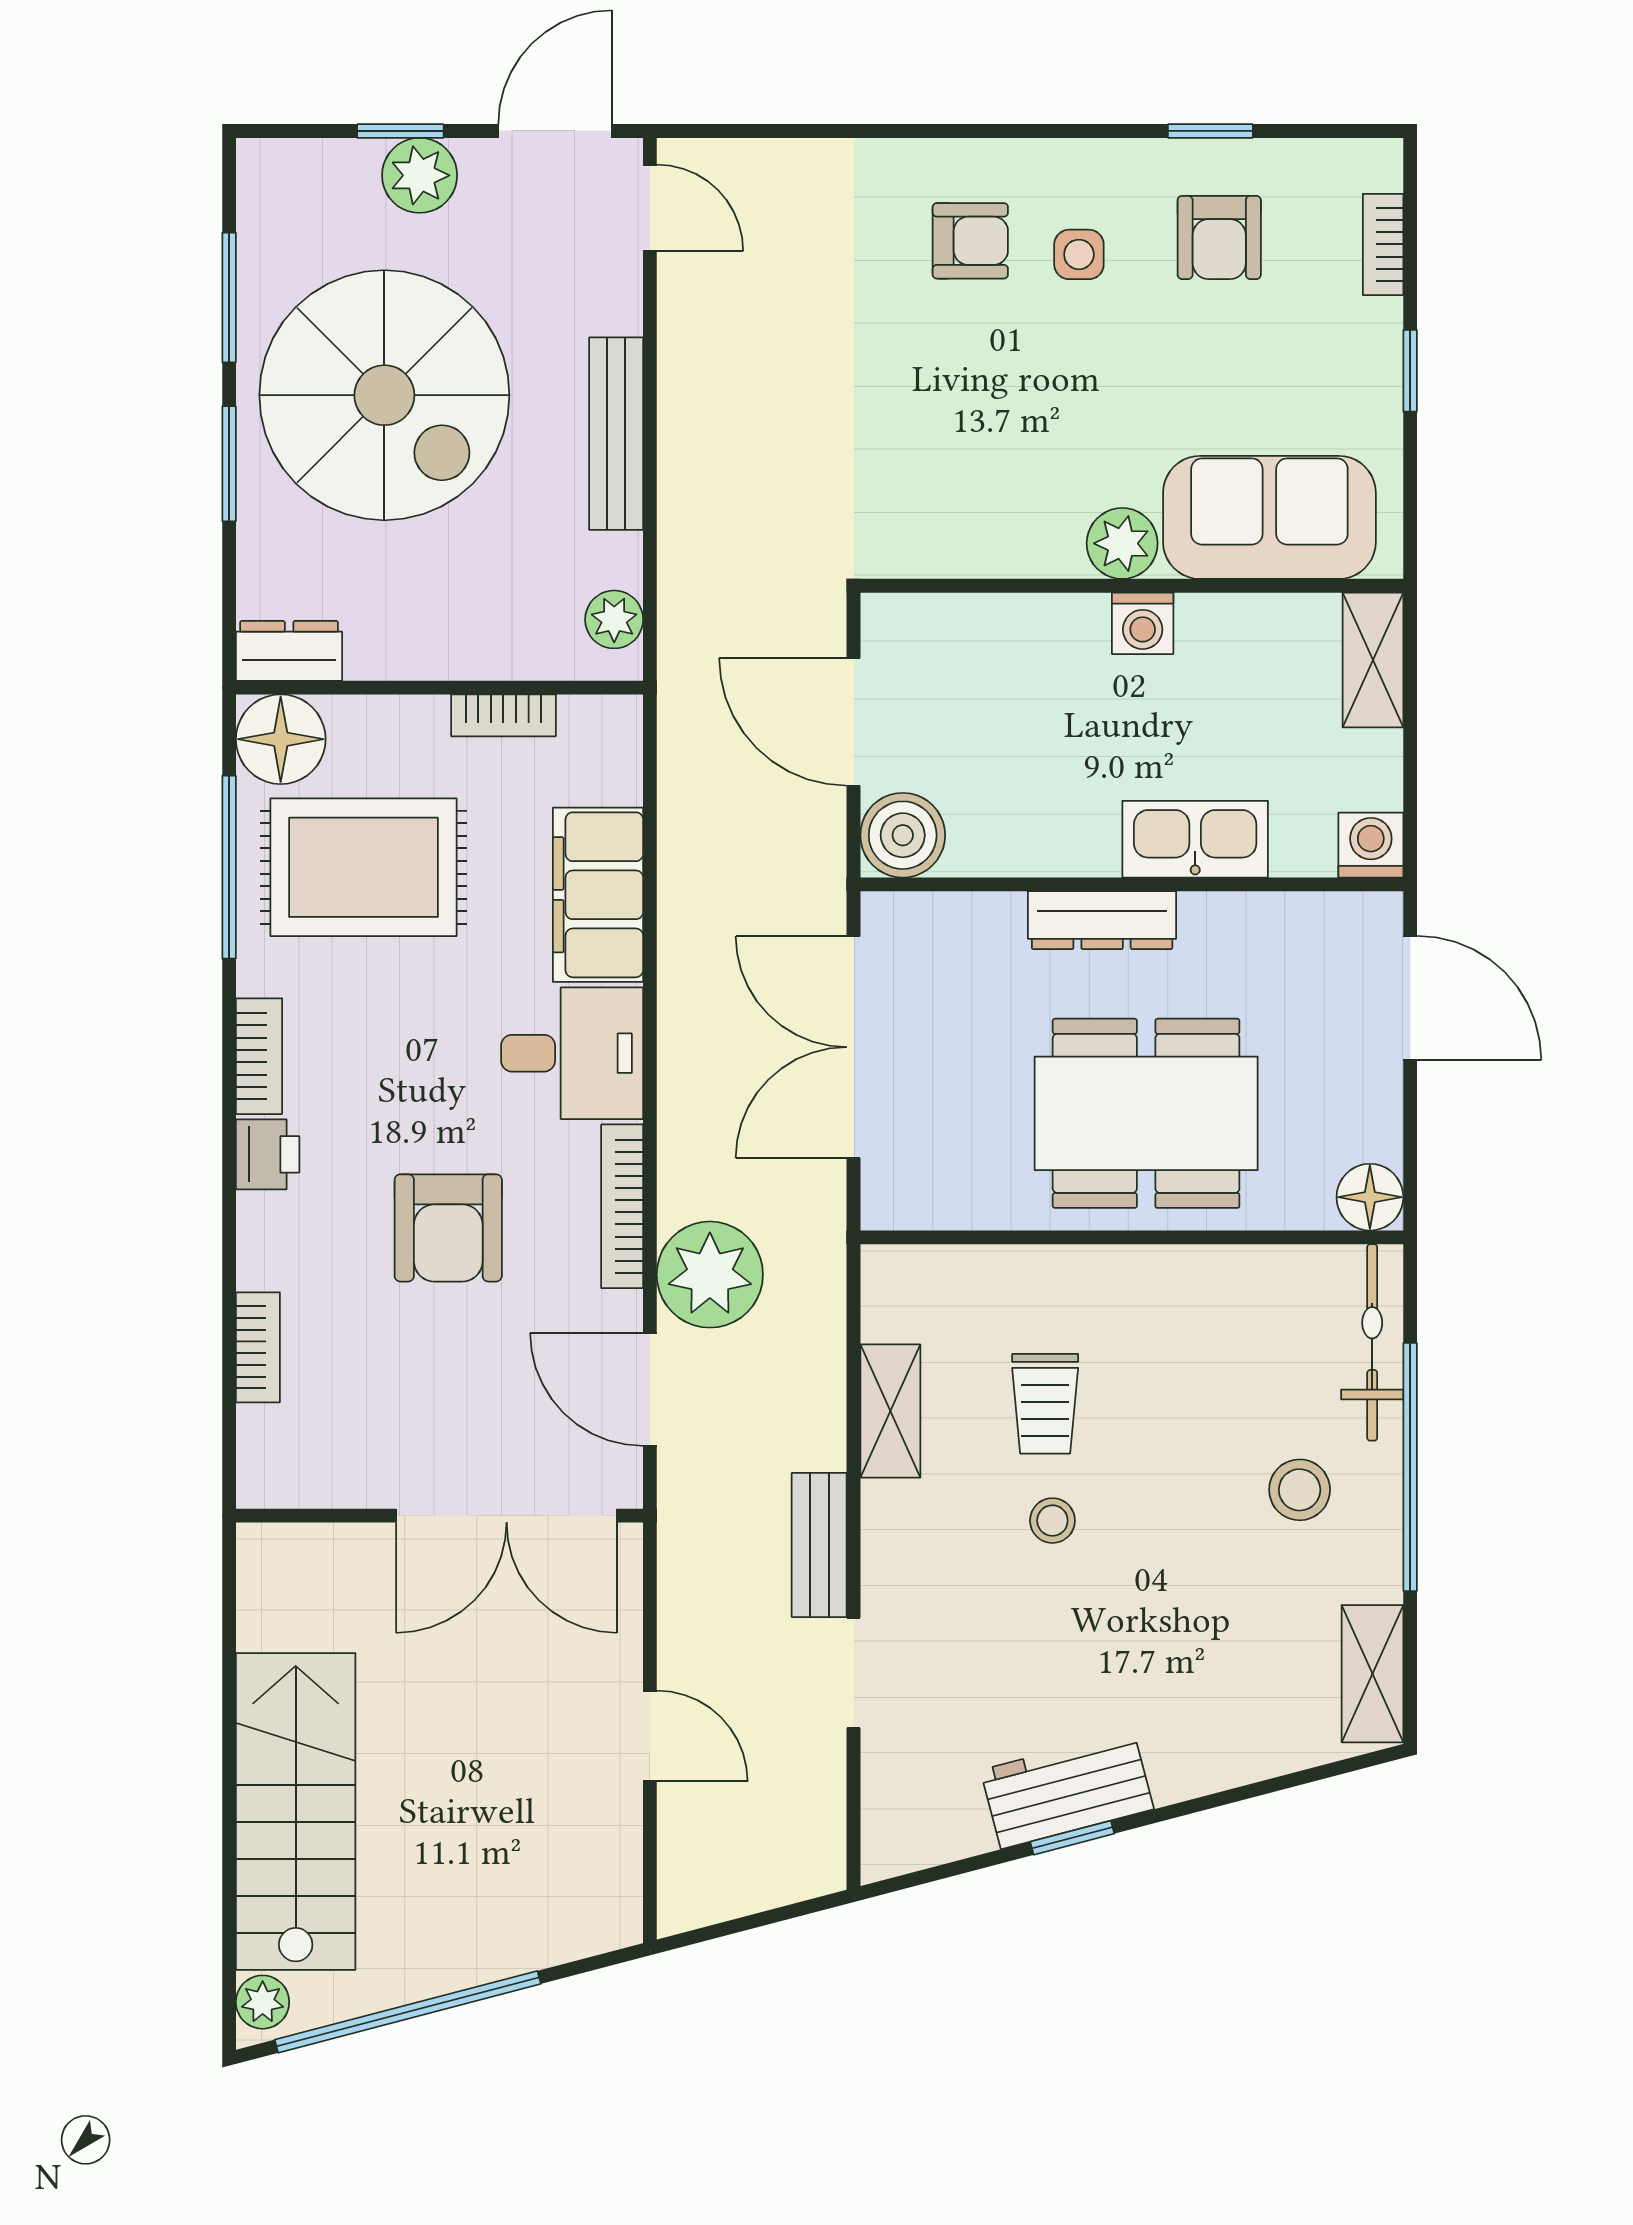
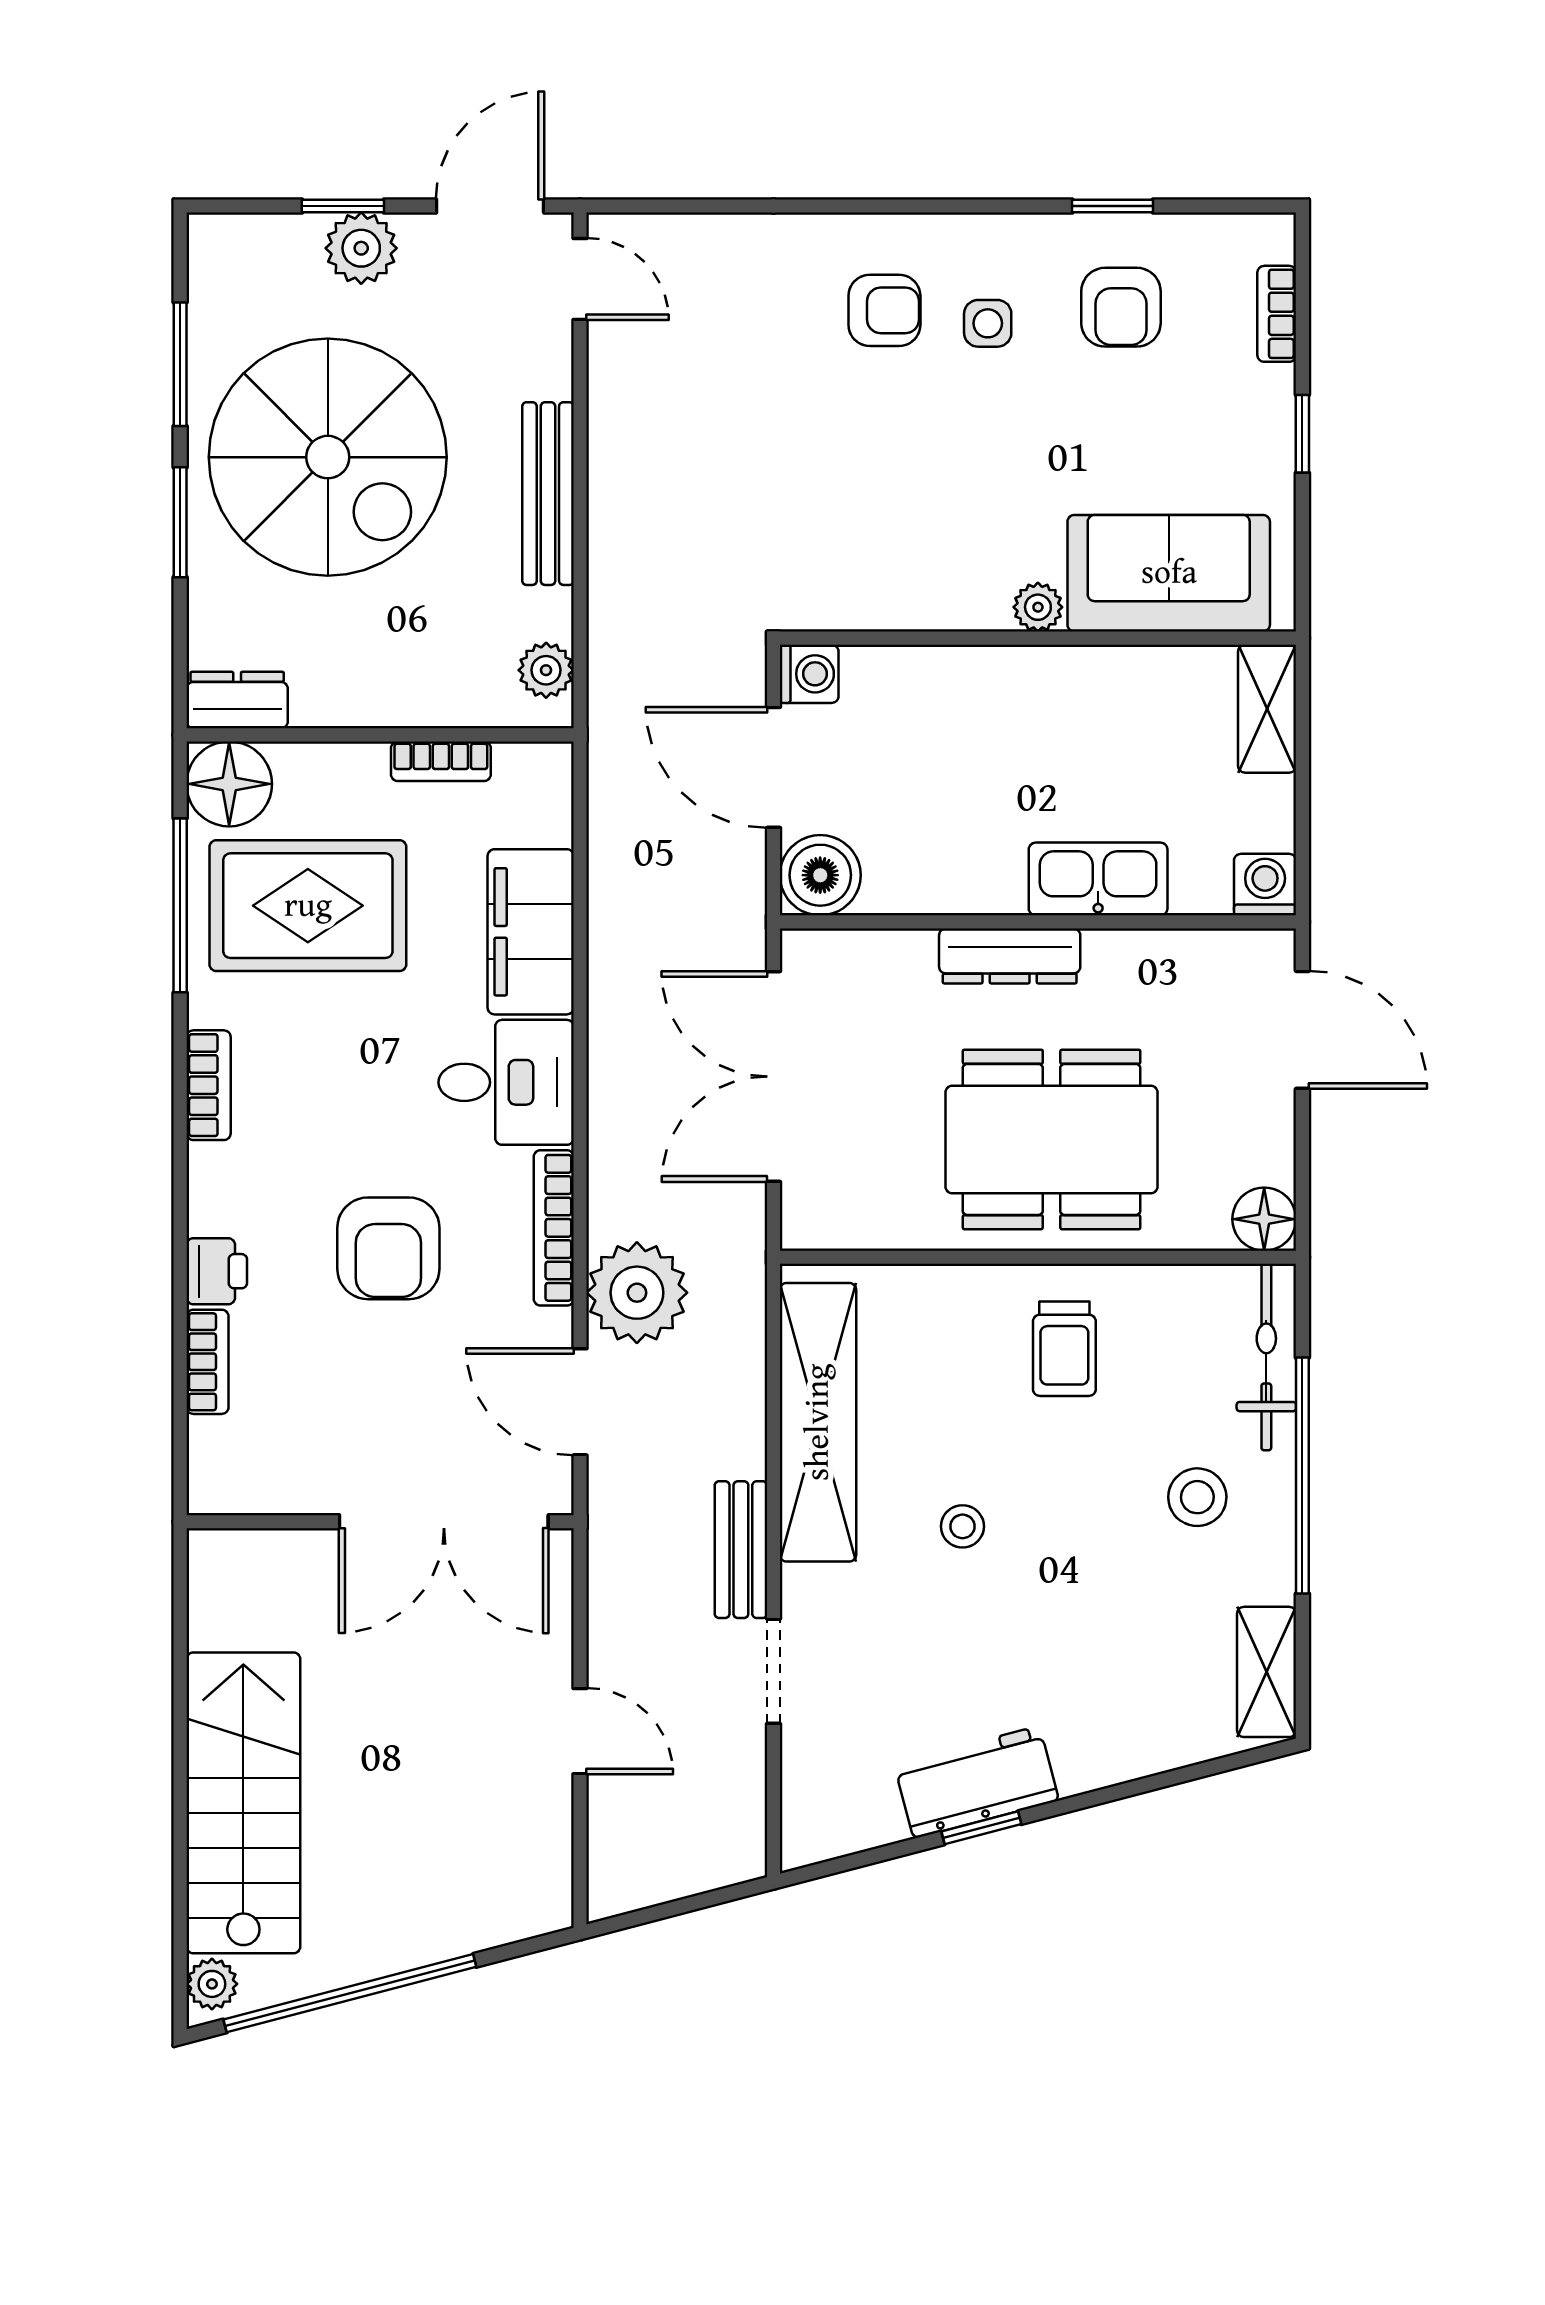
plant: (1122, 543) -> (1038, 607), width x0.73, depth x0.73
washing machine: (1143, 623) -> (809, 674), moved, turned -90
printer: (268, 1154) -> (217, 1271), moved
trolley: (1045, 1404) -> (1064, 1349), moved
shelving: (890, 1411) -> (818, 1422), width x2.20, depth x1.33

